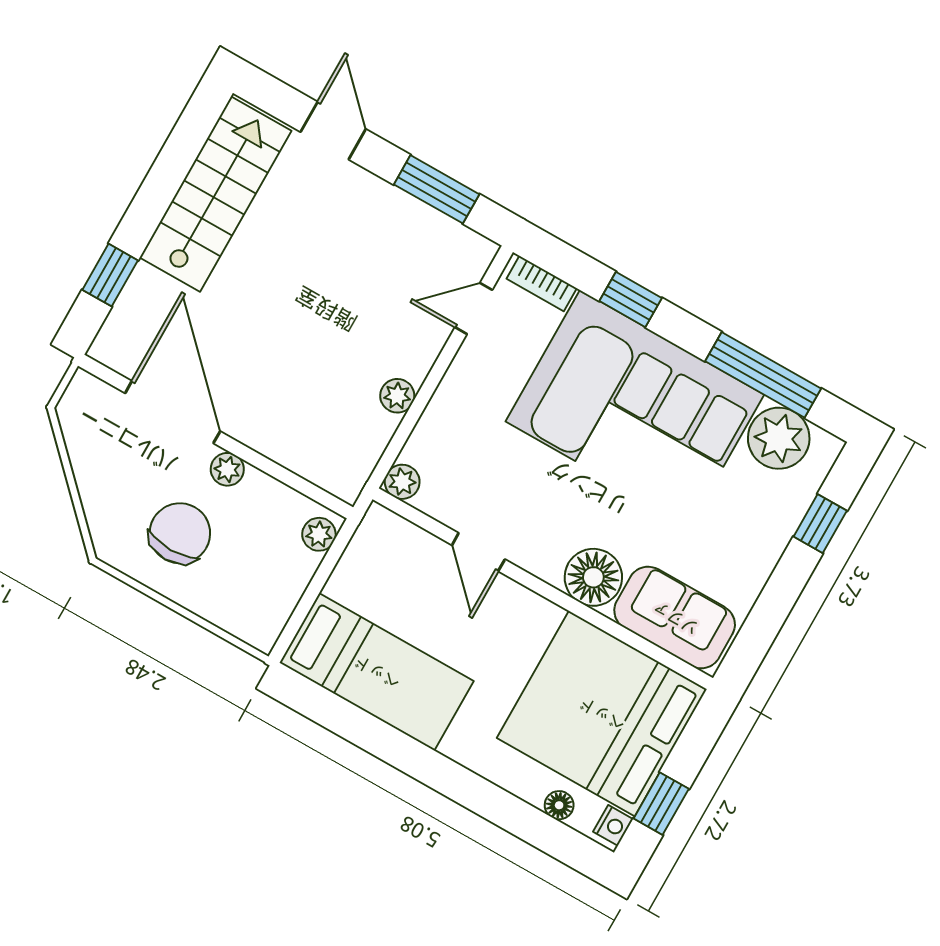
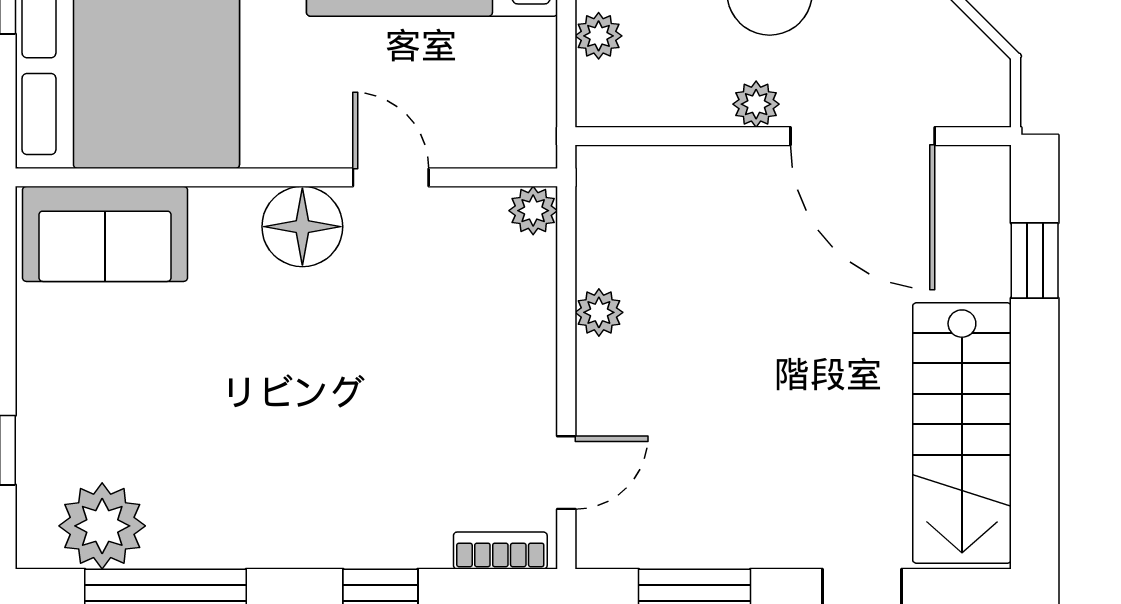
corner sofa: (635, 408) -> (300, 463), removed
plant: (319, 534) -> (599, 36), moved
floor lamp: (593, 577) -> (302, 227), moved

